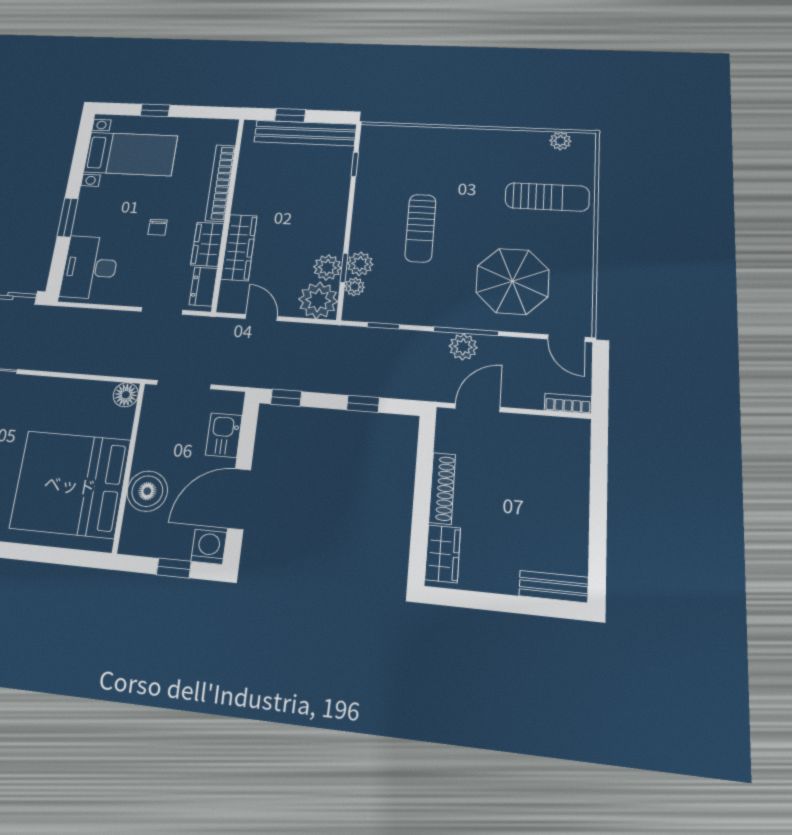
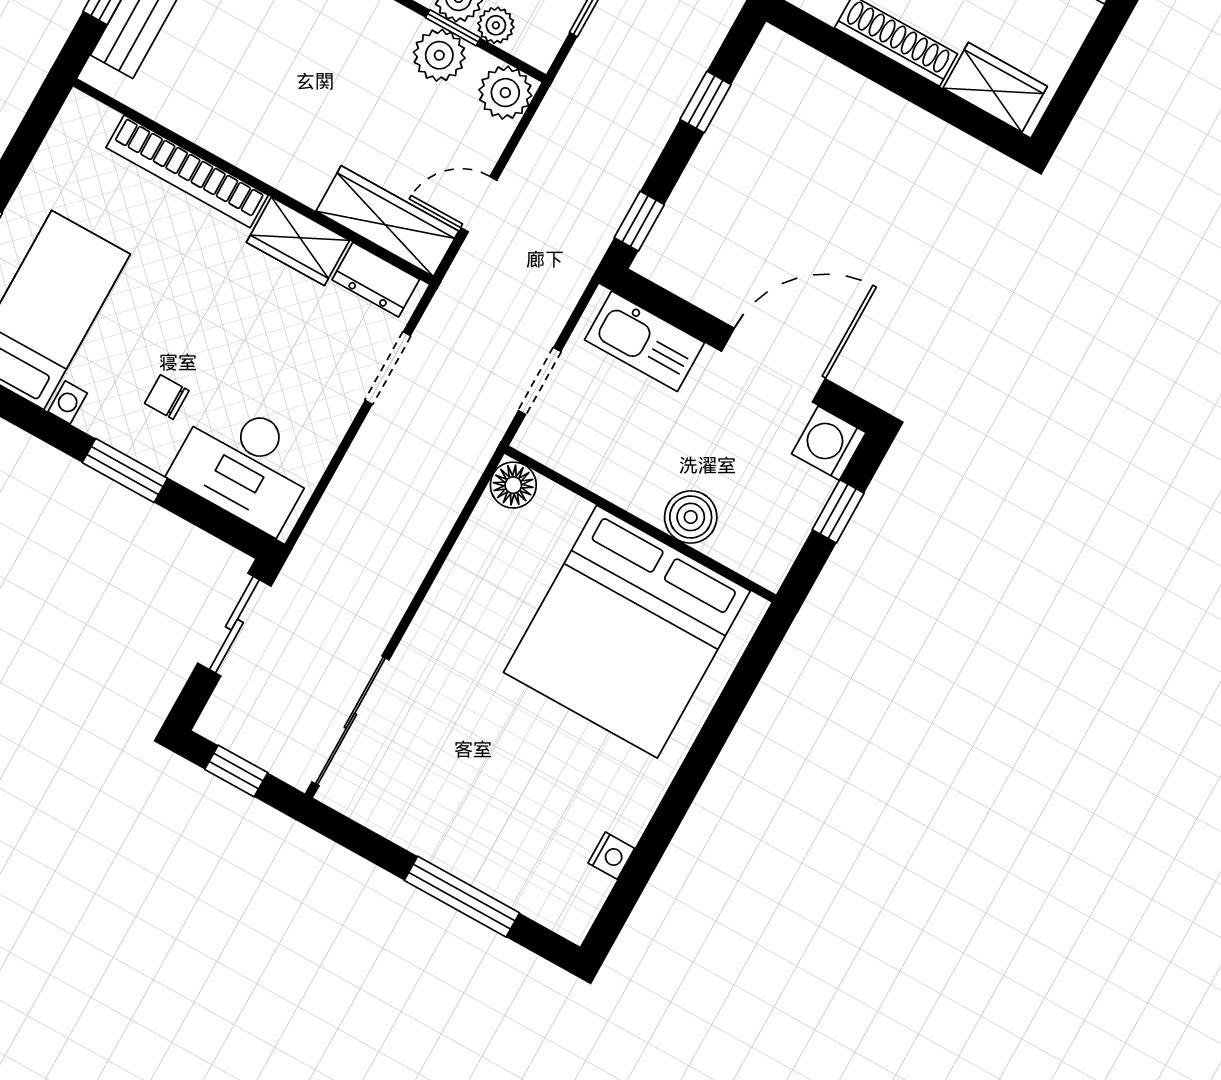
chair: (158, 227) -> (167, 397), moved, turned 180
wardrobe: (239, 247) -> (387, 221), moved
plant: (318, 300) -> (505, 93), width x0.73, depth x0.73
doorway: (184, 385) -> (540, 381), width x0.73
kitchen sink: (224, 435) -> (644, 341), width x1.38
boiler: (147, 491) -> (691, 517), width x0.73, depth x0.73
door: (239, 499) -> (773, 365), swing flipped

